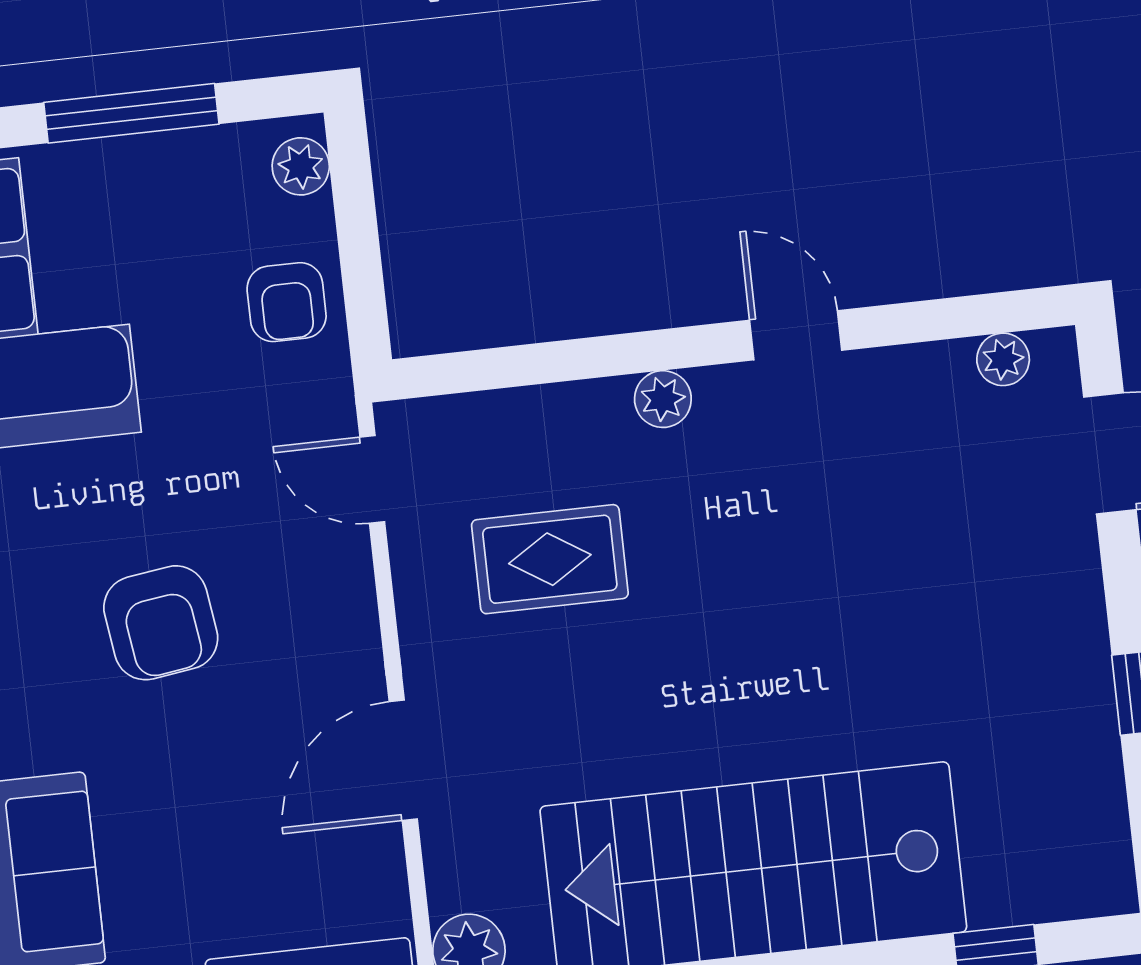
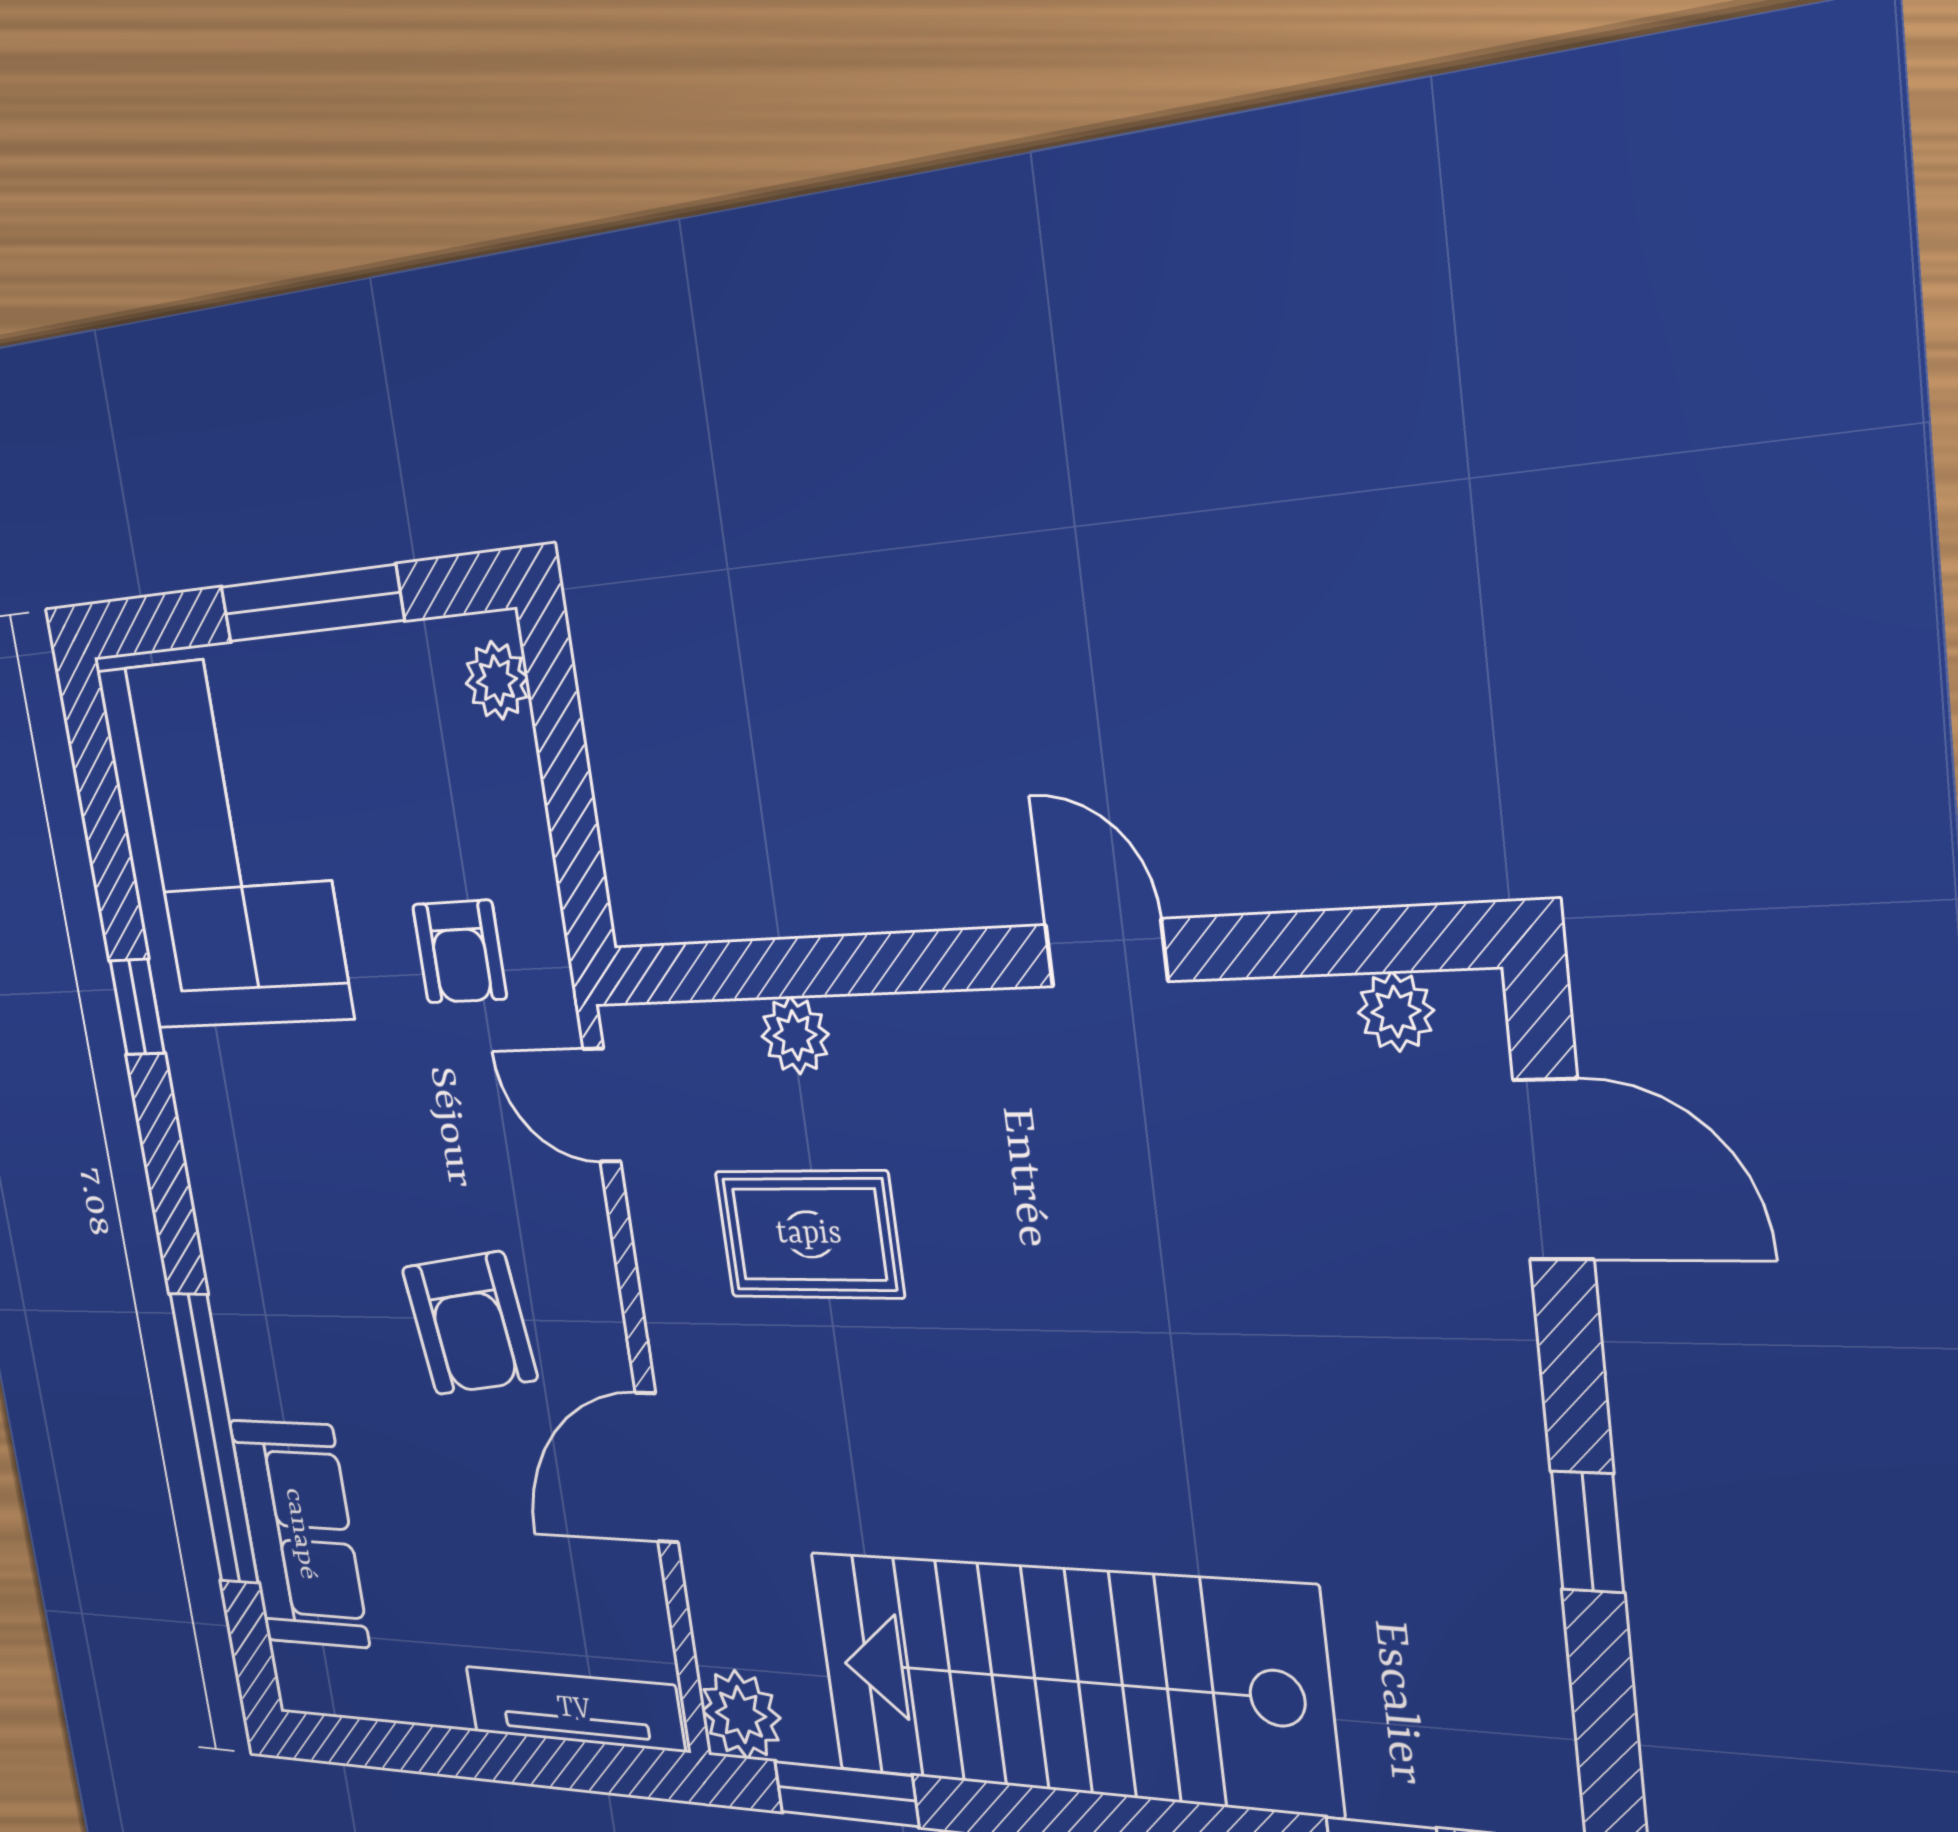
armchair: (287, 302) -> (460, 952), moved
plant: (663, 399) -> (795, 1035), moved
armchair: (161, 623) -> (470, 1323), moved

